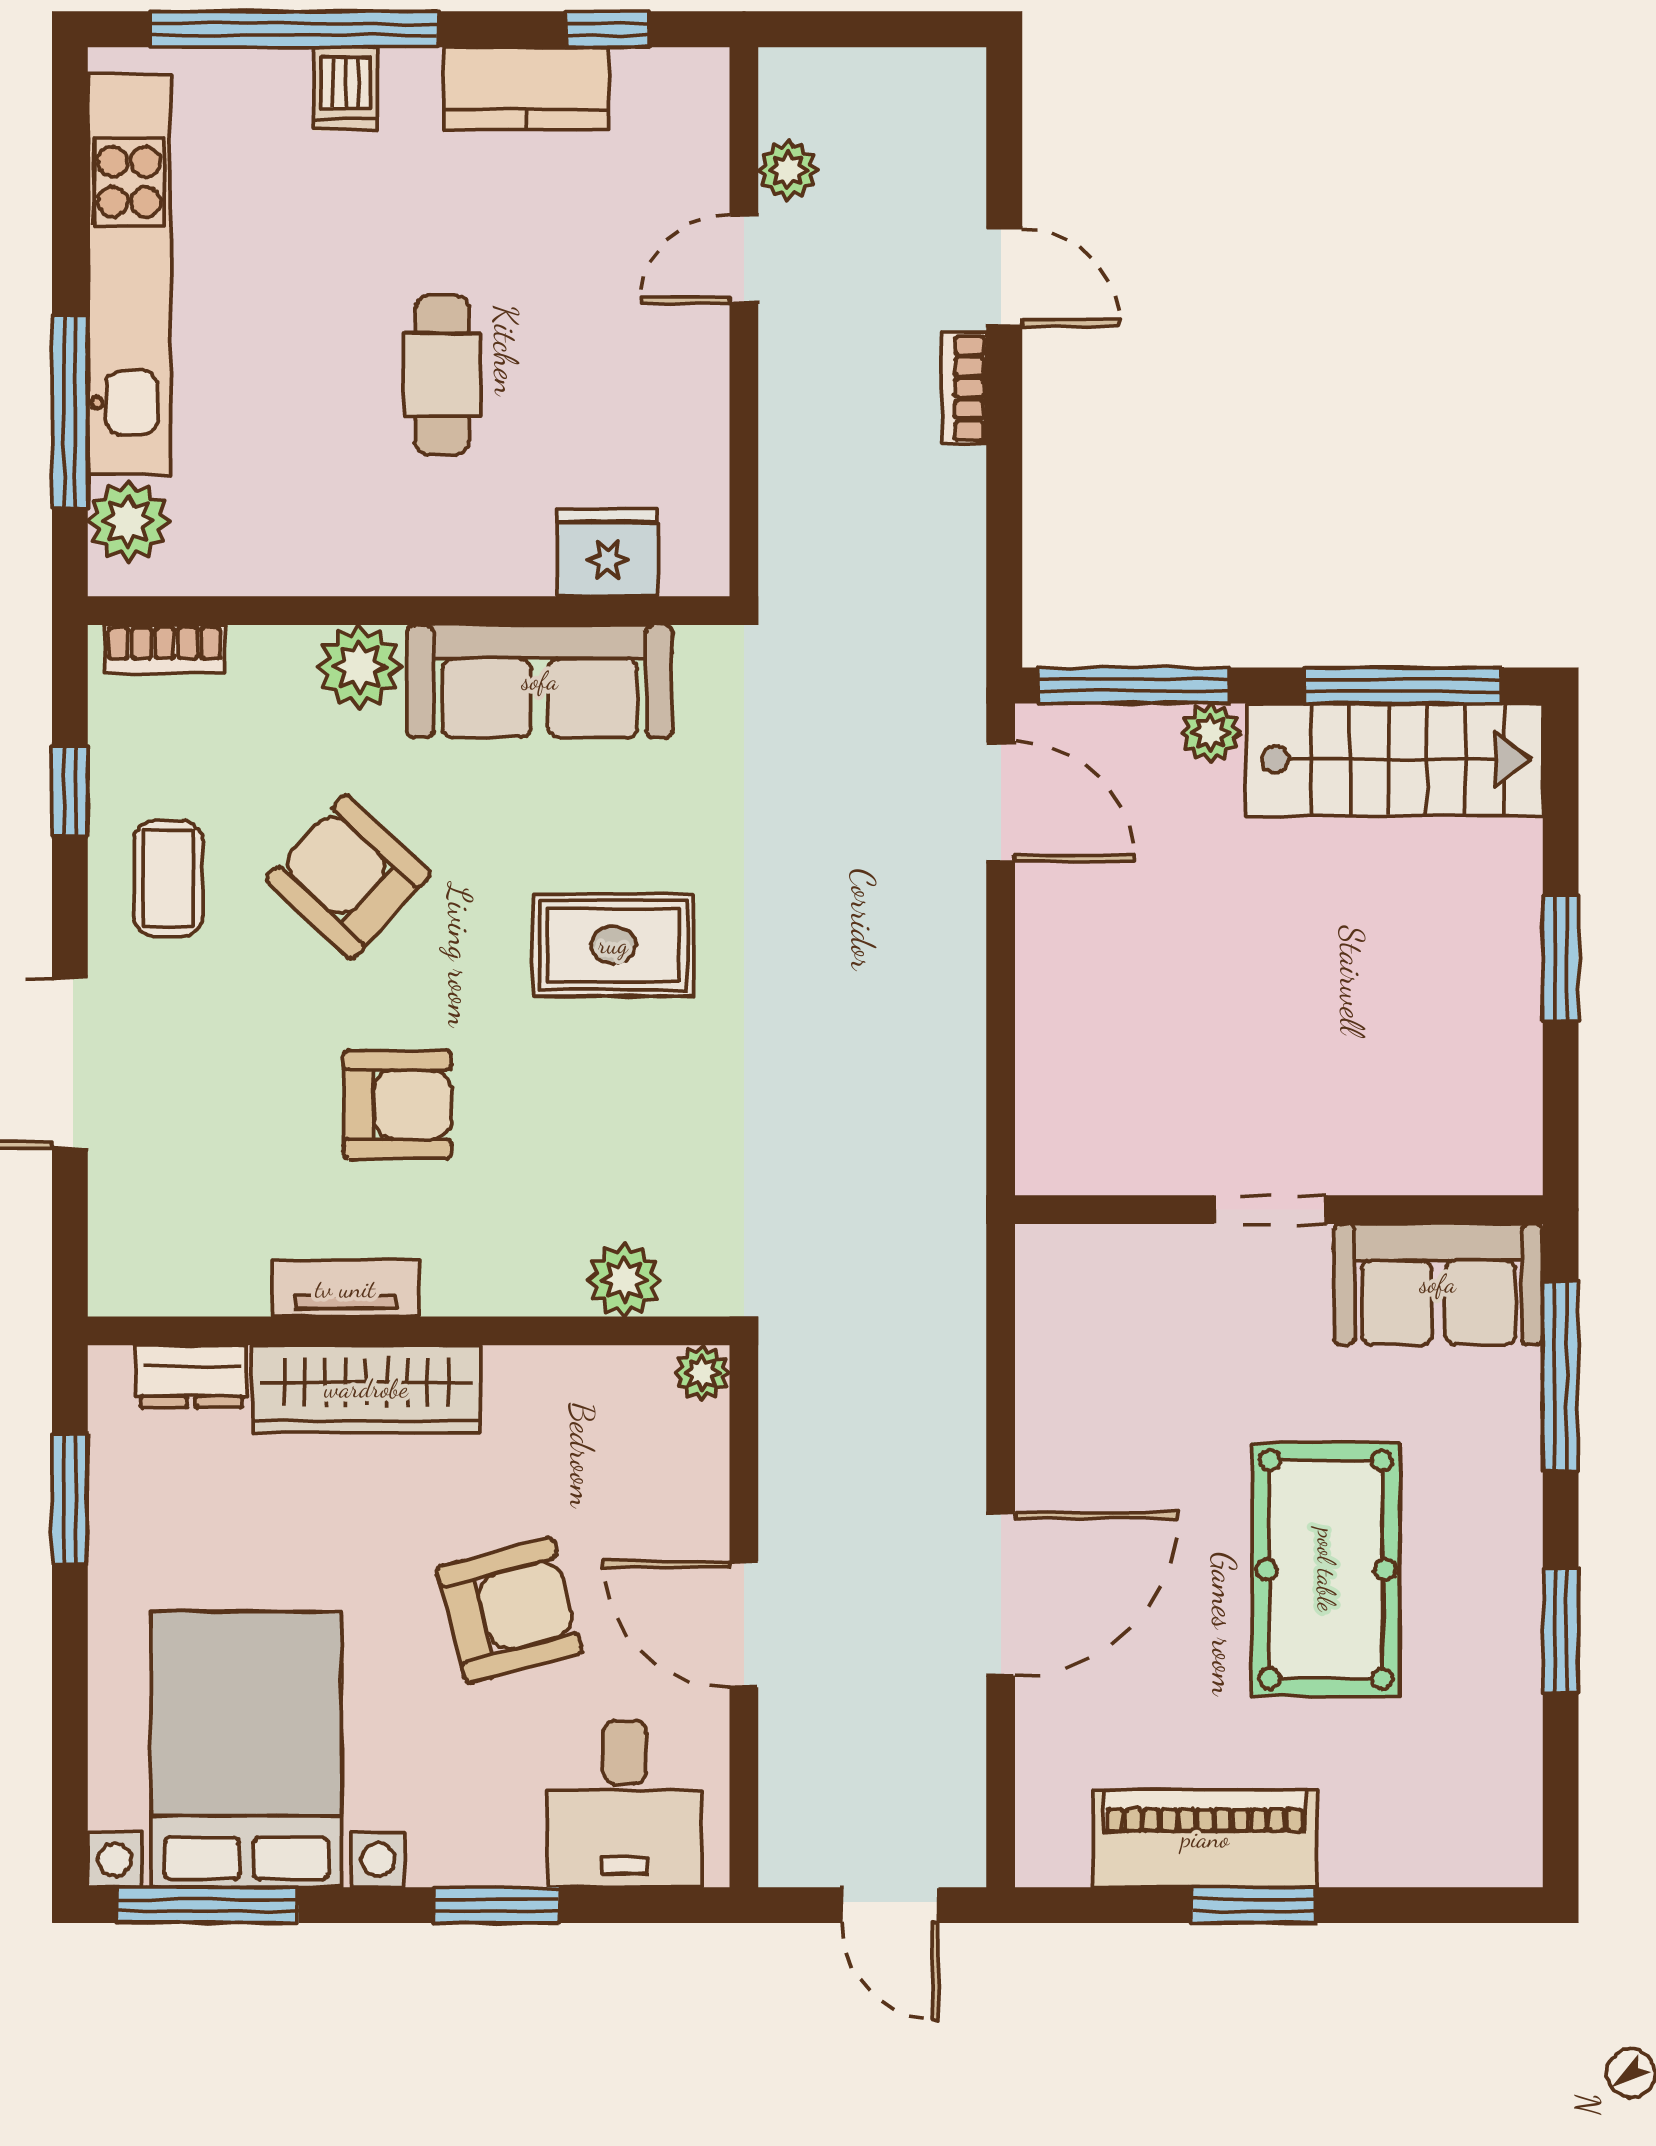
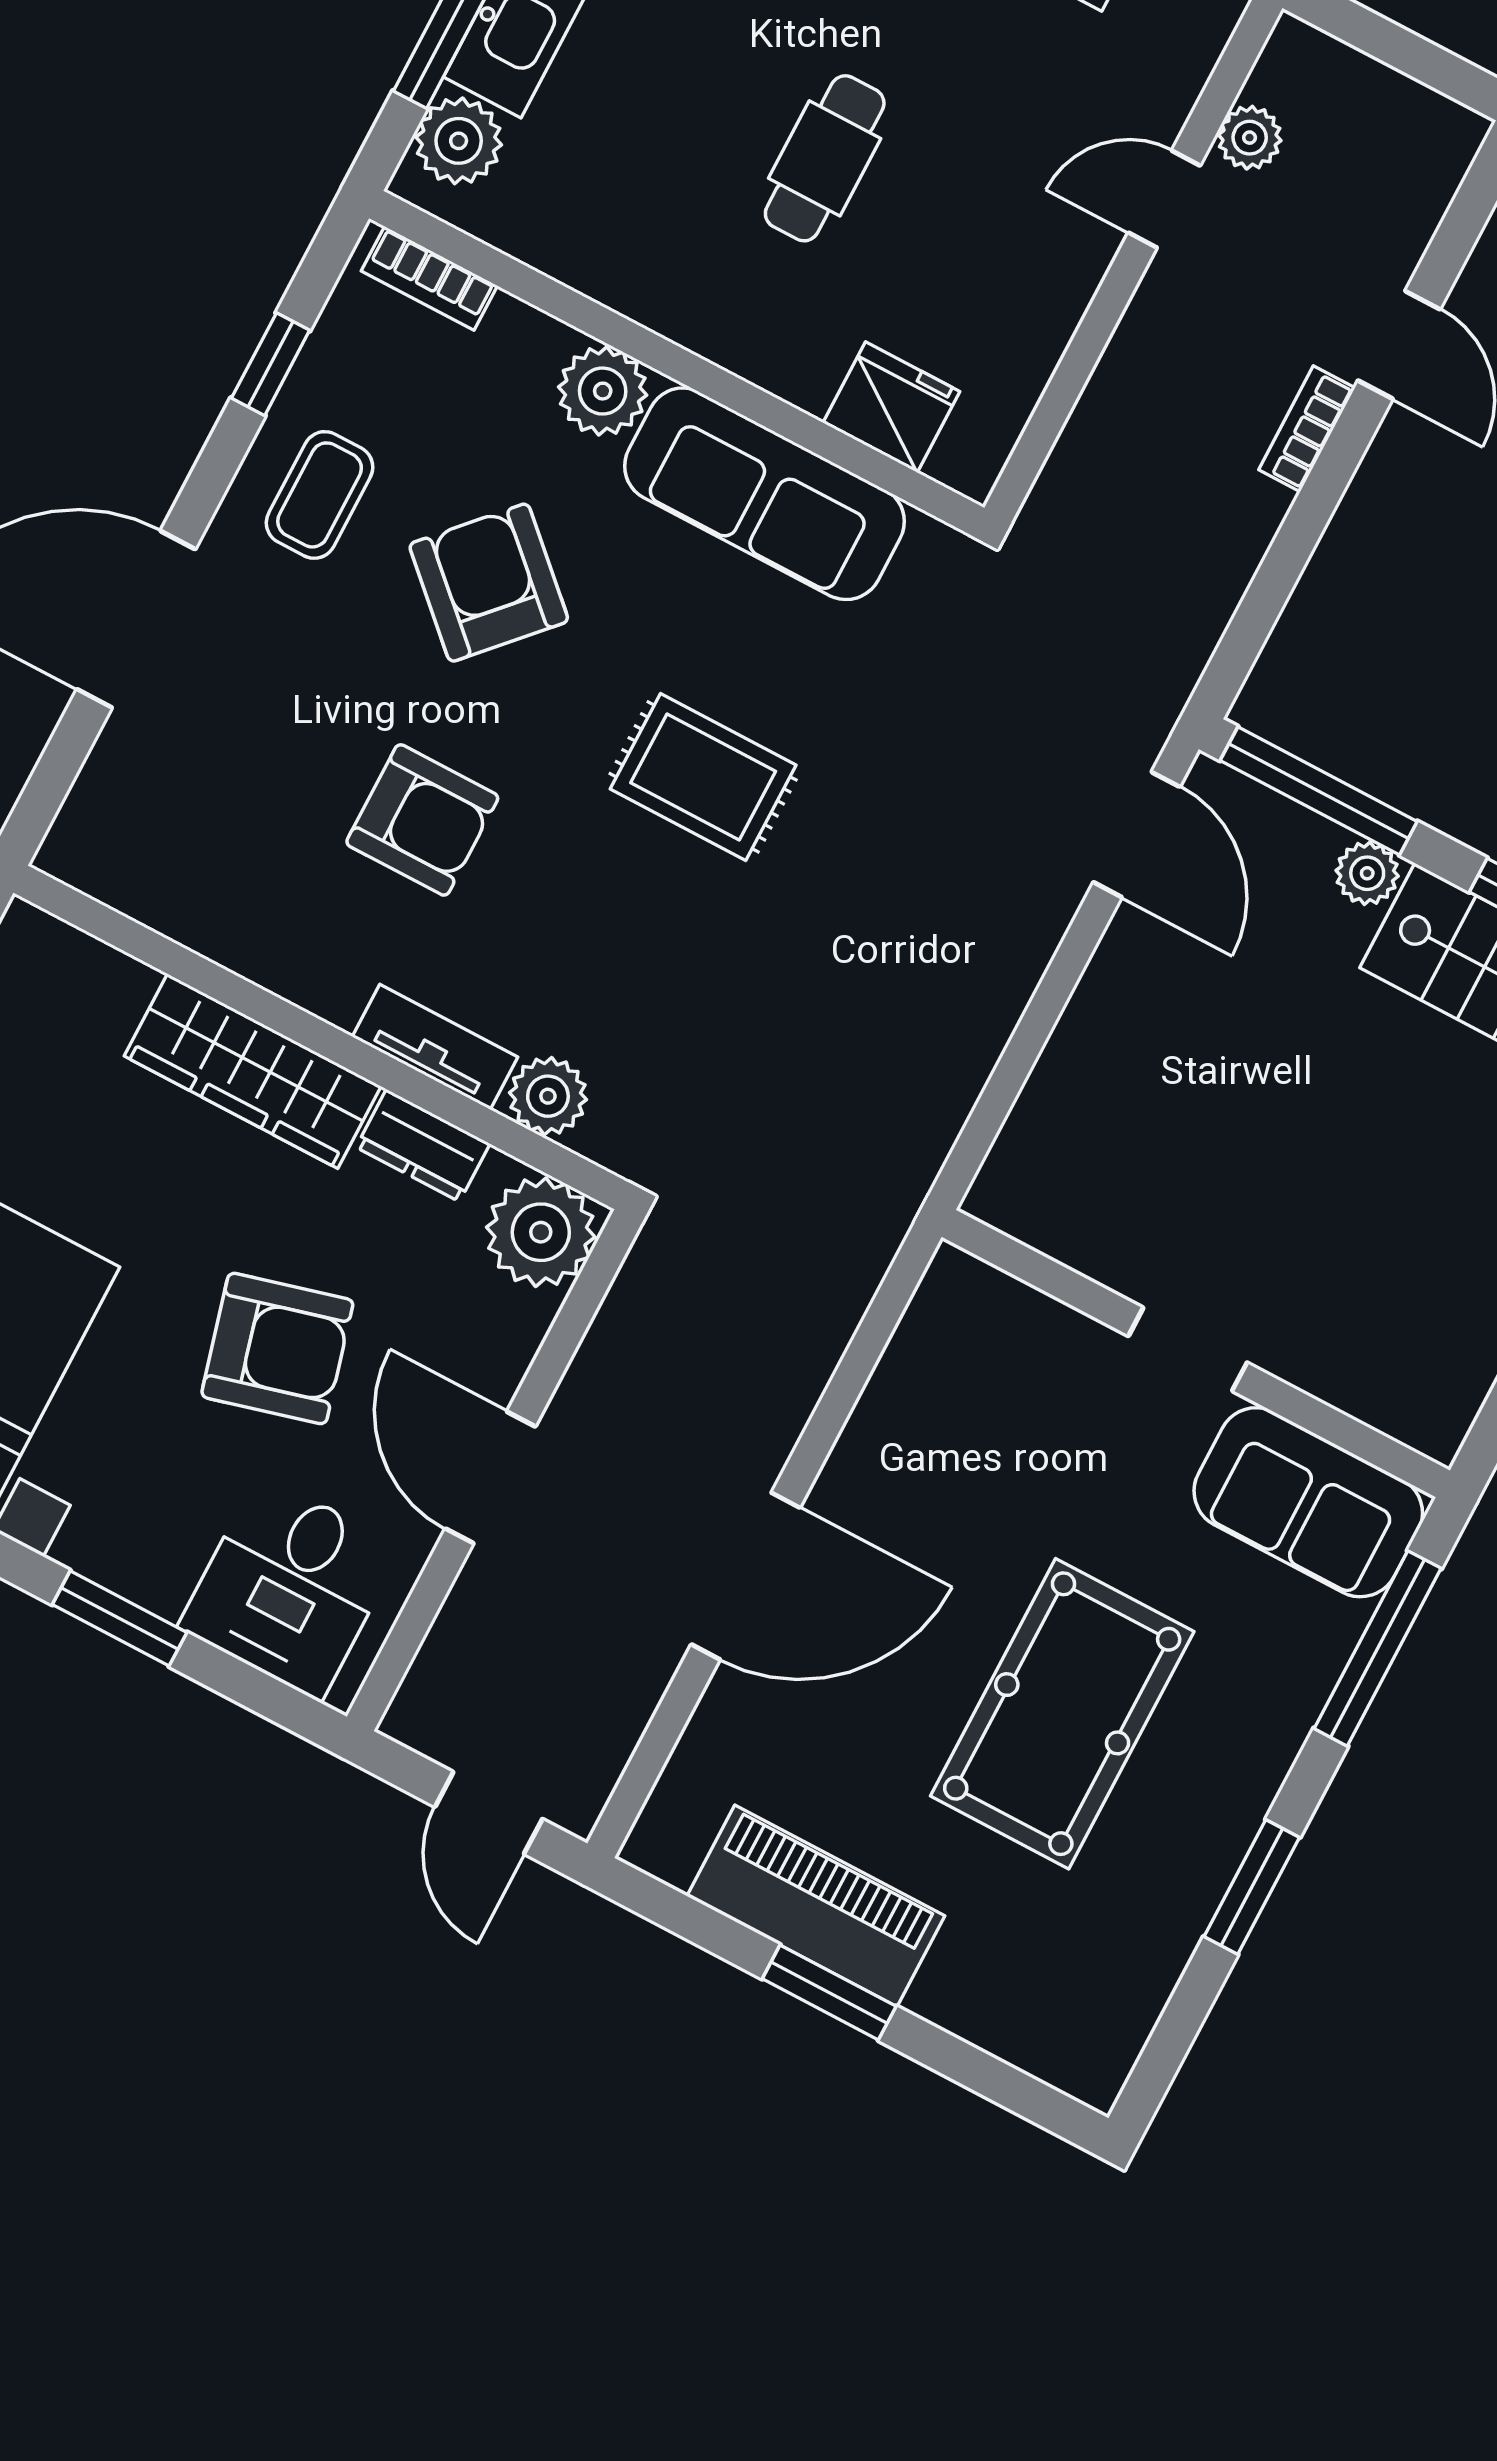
tv unit: (345, 1289) -> (435, 1047), moved
plant: (702, 1373) -> (541, 1232), width x1.88, depth x1.88
dresser: (191, 1376) -> (423, 1145), moved

